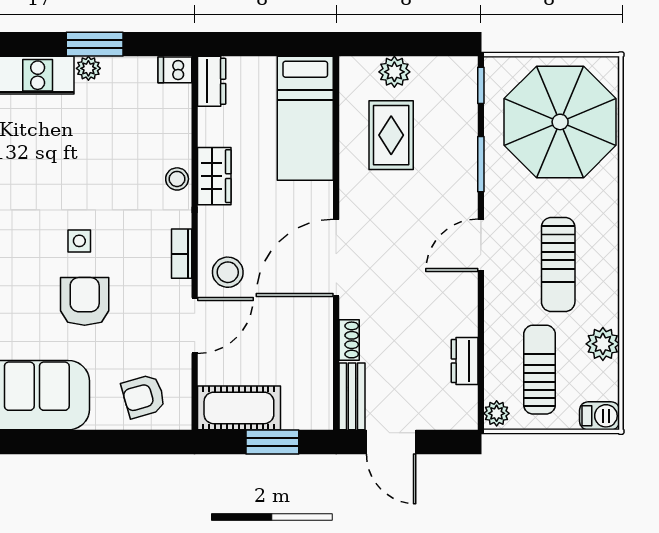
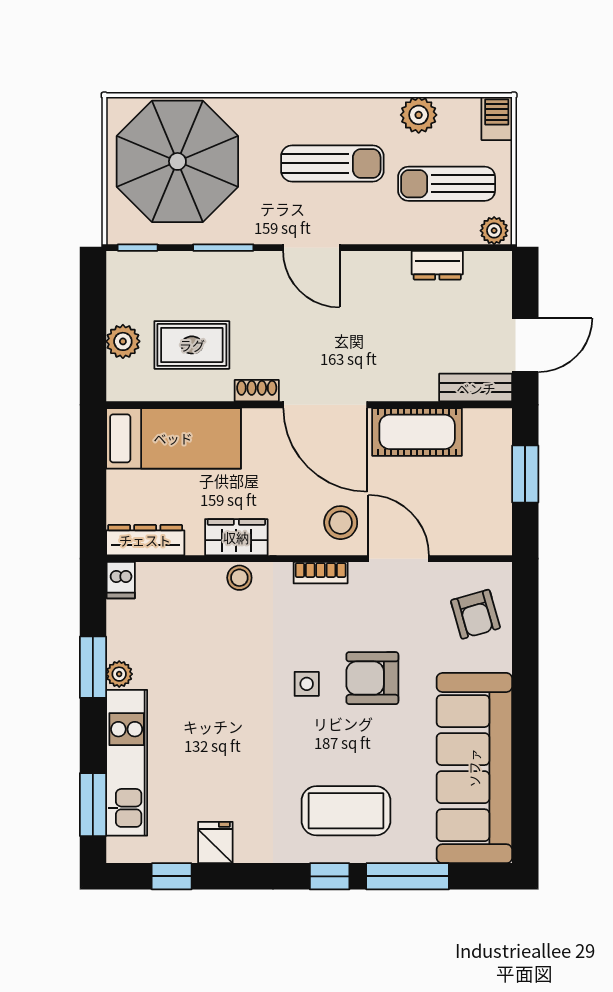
dresser: (212, 81) -> (145, 540), width x1.44
shoe rack: (349, 340) -> (257, 391), moved
cot: (239, 408) -> (417, 432), moved, turned 90

